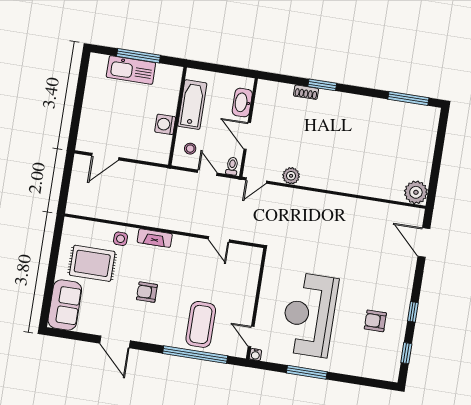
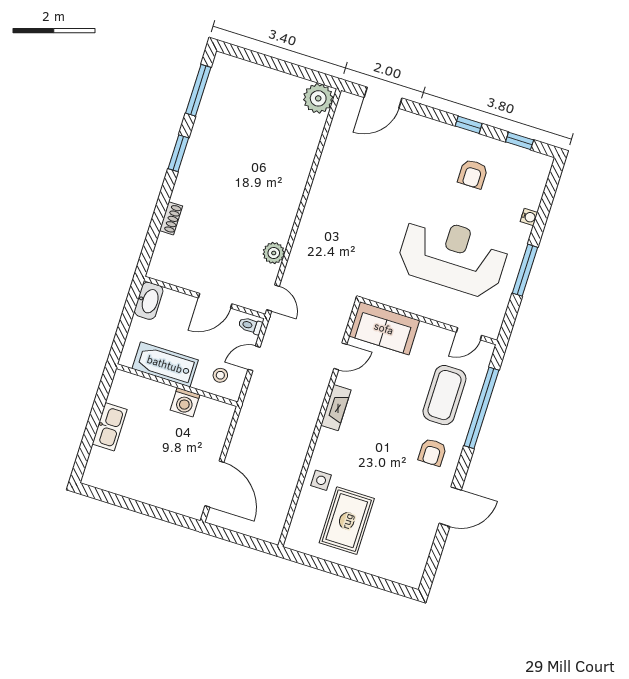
window: (138, 56) -> (93, 423), removed
kitchen sink: (131, 70) -> (110, 427), width x0.73, depth x0.81
window: (322, 85) -> (178, 153), moved
washbasin: (242, 103) -> (149, 301), moved, turned -90
door: (105, 157) -> (214, 484), width x1.36
fireplace: (155, 238) -> (336, 408), moved
armchair: (147, 292) -> (432, 452), moved
sofa: (65, 305) -> (384, 328), moved, turned 180
reception desk: (309, 315) -> (453, 256), turned 180
coffee table: (201, 324) -> (444, 395), turned 90
water cooler: (255, 355) -> (529, 217), moved

